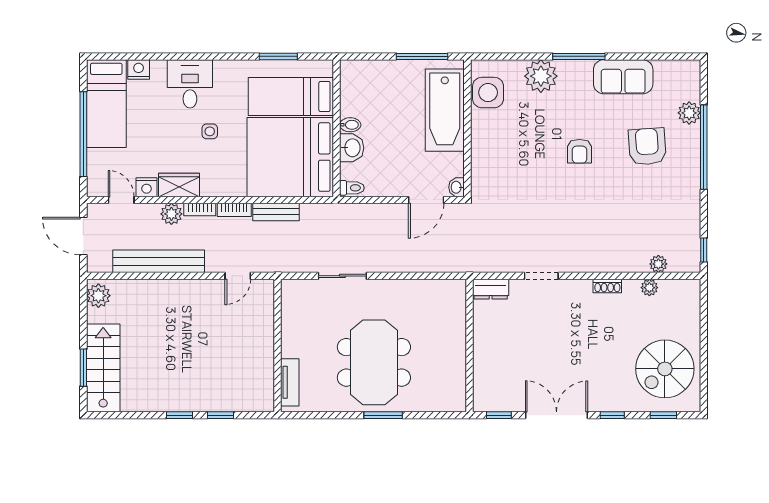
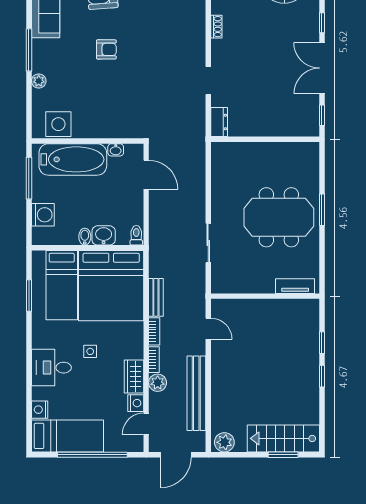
washing machine: (377, 73) -> (43, 215), added
plant: (541, 76) -> (39, 81), width x0.53, depth x0.53
washbasin: (457, 187) -> (116, 150), moved

